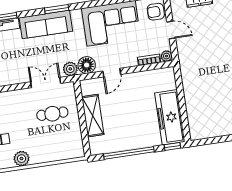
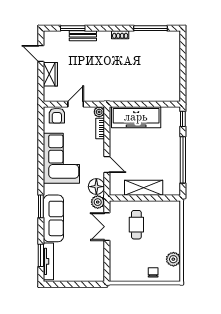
freezer: (170, 117) -> (136, 117), moved

